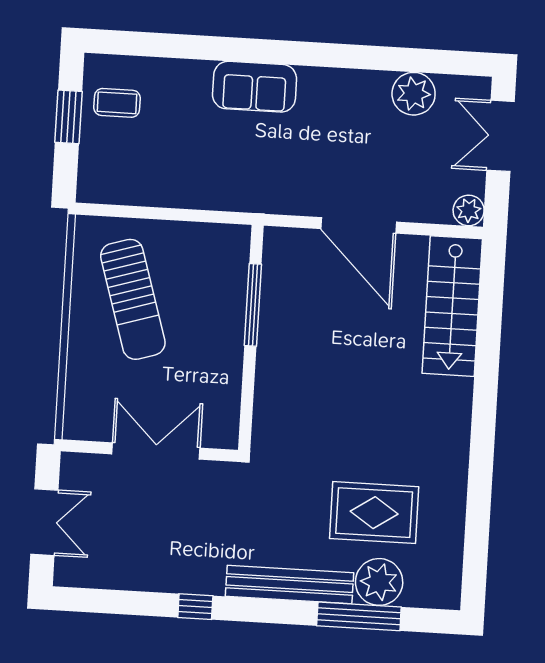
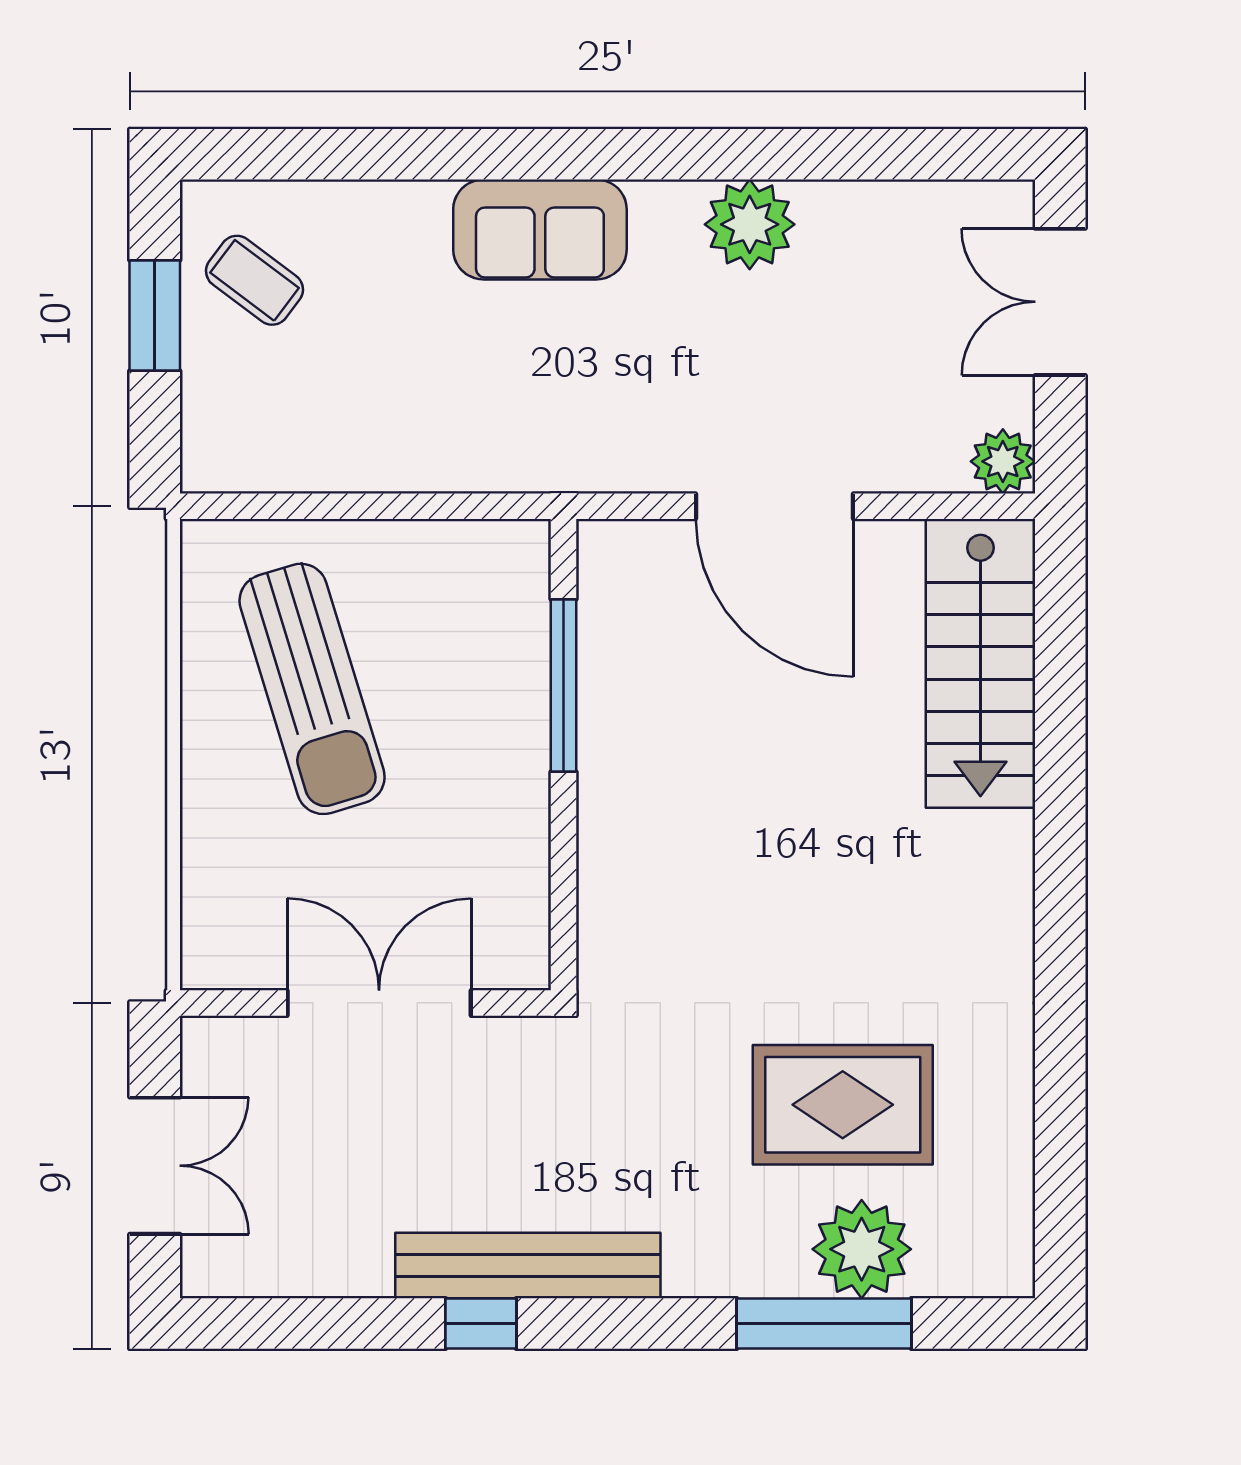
plant: (414, 94) -> (750, 224), moved
coffee table: (117, 103) -> (254, 280), turned 37
bench: (290, 584) -> (528, 1265), moved

